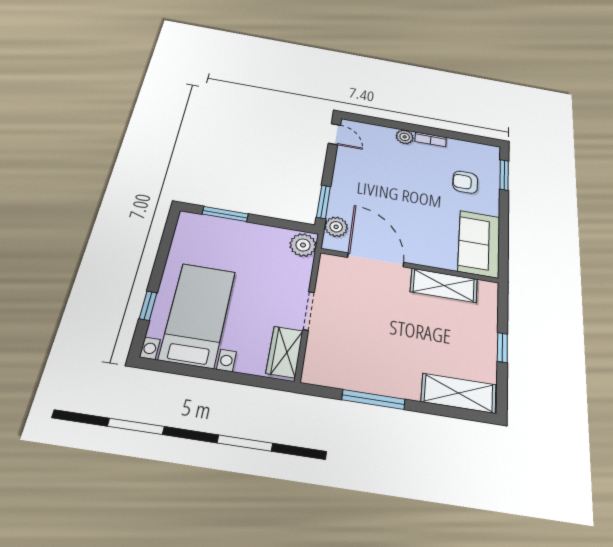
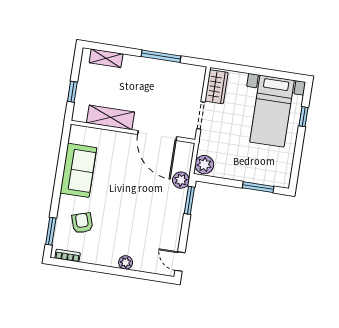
bookcase: (431, 139) -> (68, 256), moved
armchair: (465, 182) -> (82, 223), turned -107
door: (376, 260) -> (157, 136), moved
wall: (410, 266) -> (133, 132), moved
shelving: (444, 285) -> (111, 117), moved
shelving: (459, 393) -> (106, 58), width x0.67, depth x0.75

